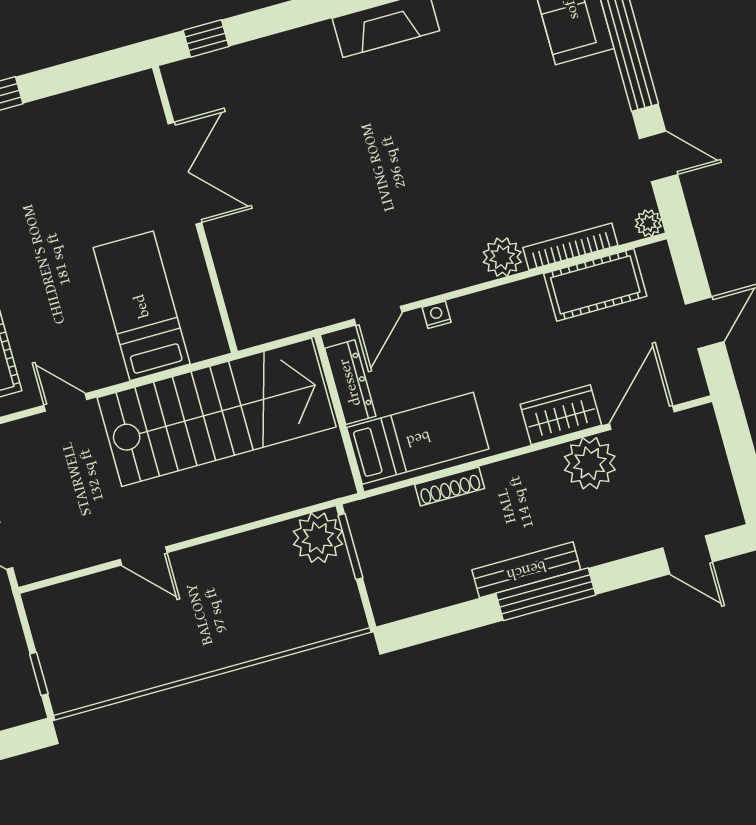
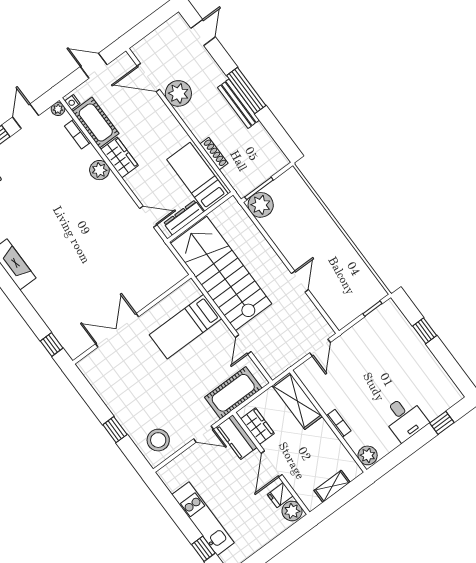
bookcase: (570, 246) -> (78, 134), width x0.64
nightstand: (437, 315) -> (72, 102), moved
wardrobe: (561, 415) -> (119, 157), moved, turned 180

